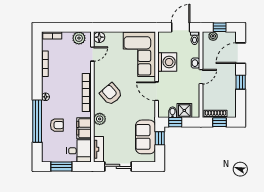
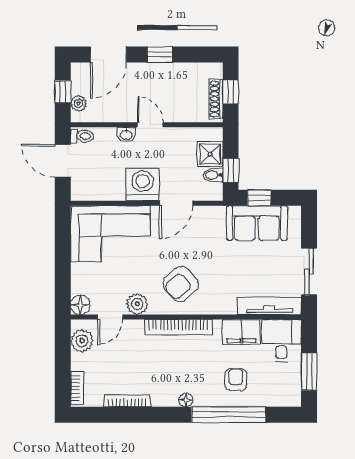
door: (241, 53) -> (108, 55), hinge flipped
door: (92, 54) -> (110, 317), swing flipped
washing machine: (167, 62) -> (143, 184), moved
plant: (100, 119) -> (137, 304), moved
tv unit: (99, 149) -> (269, 306), width x1.41

